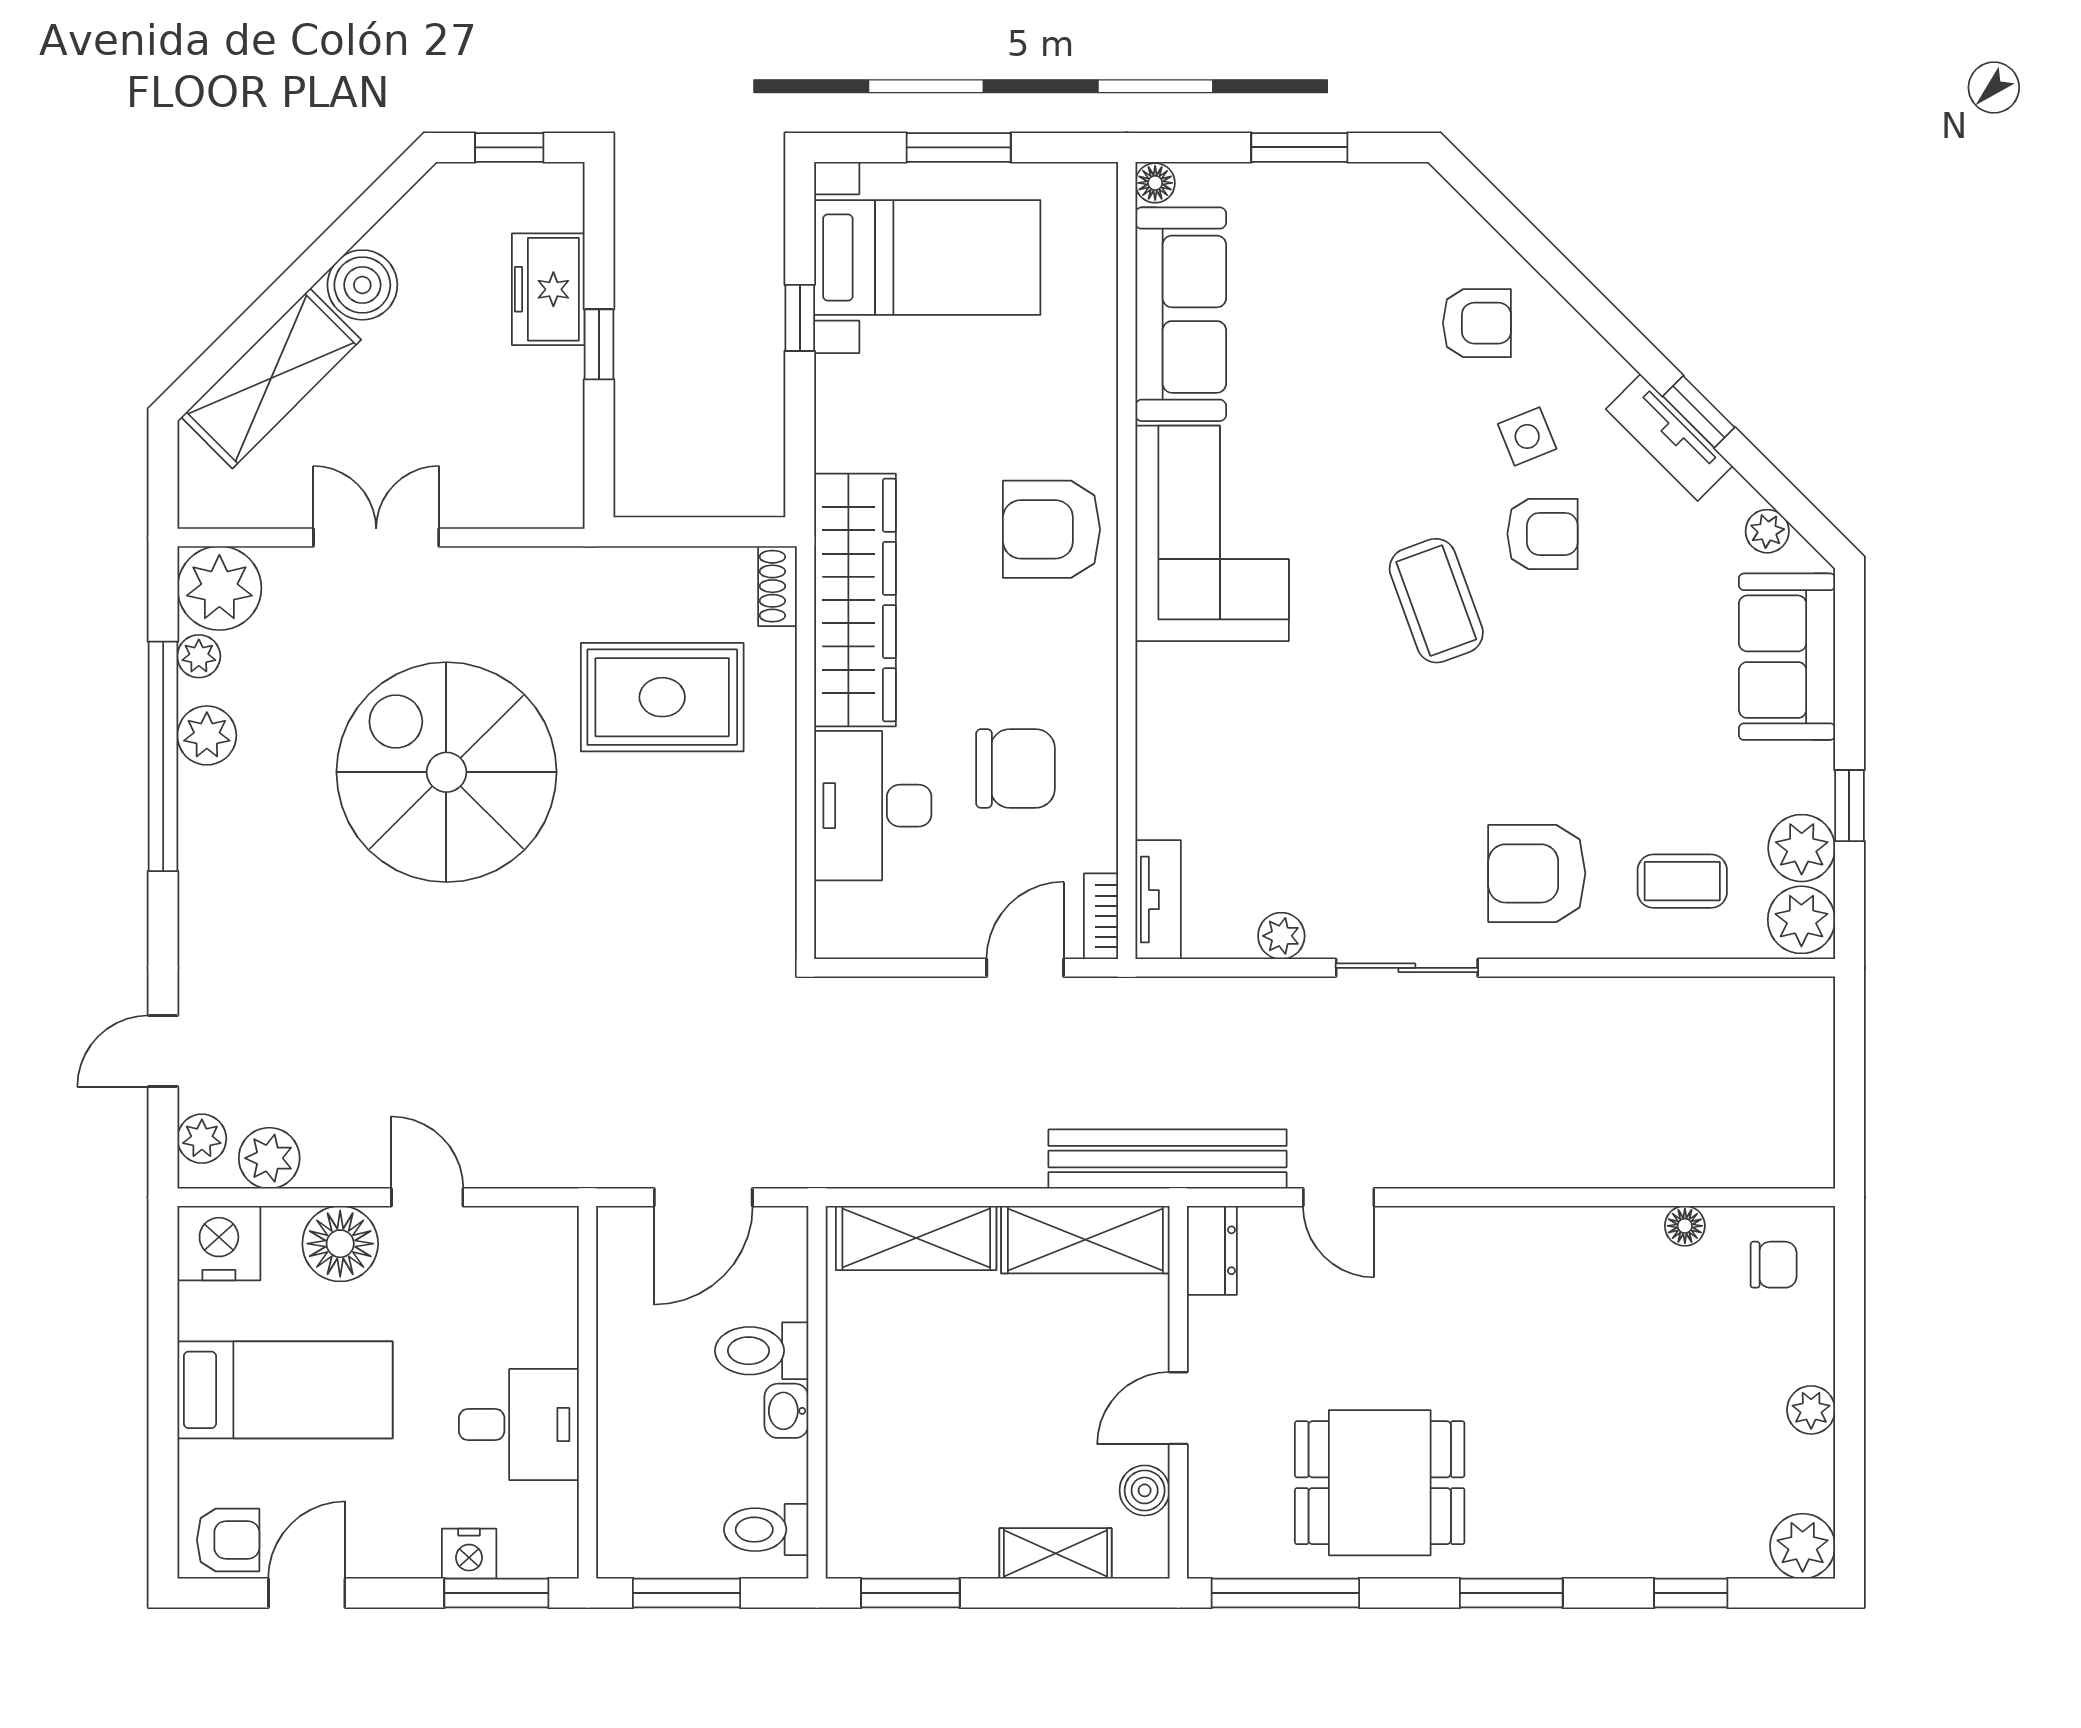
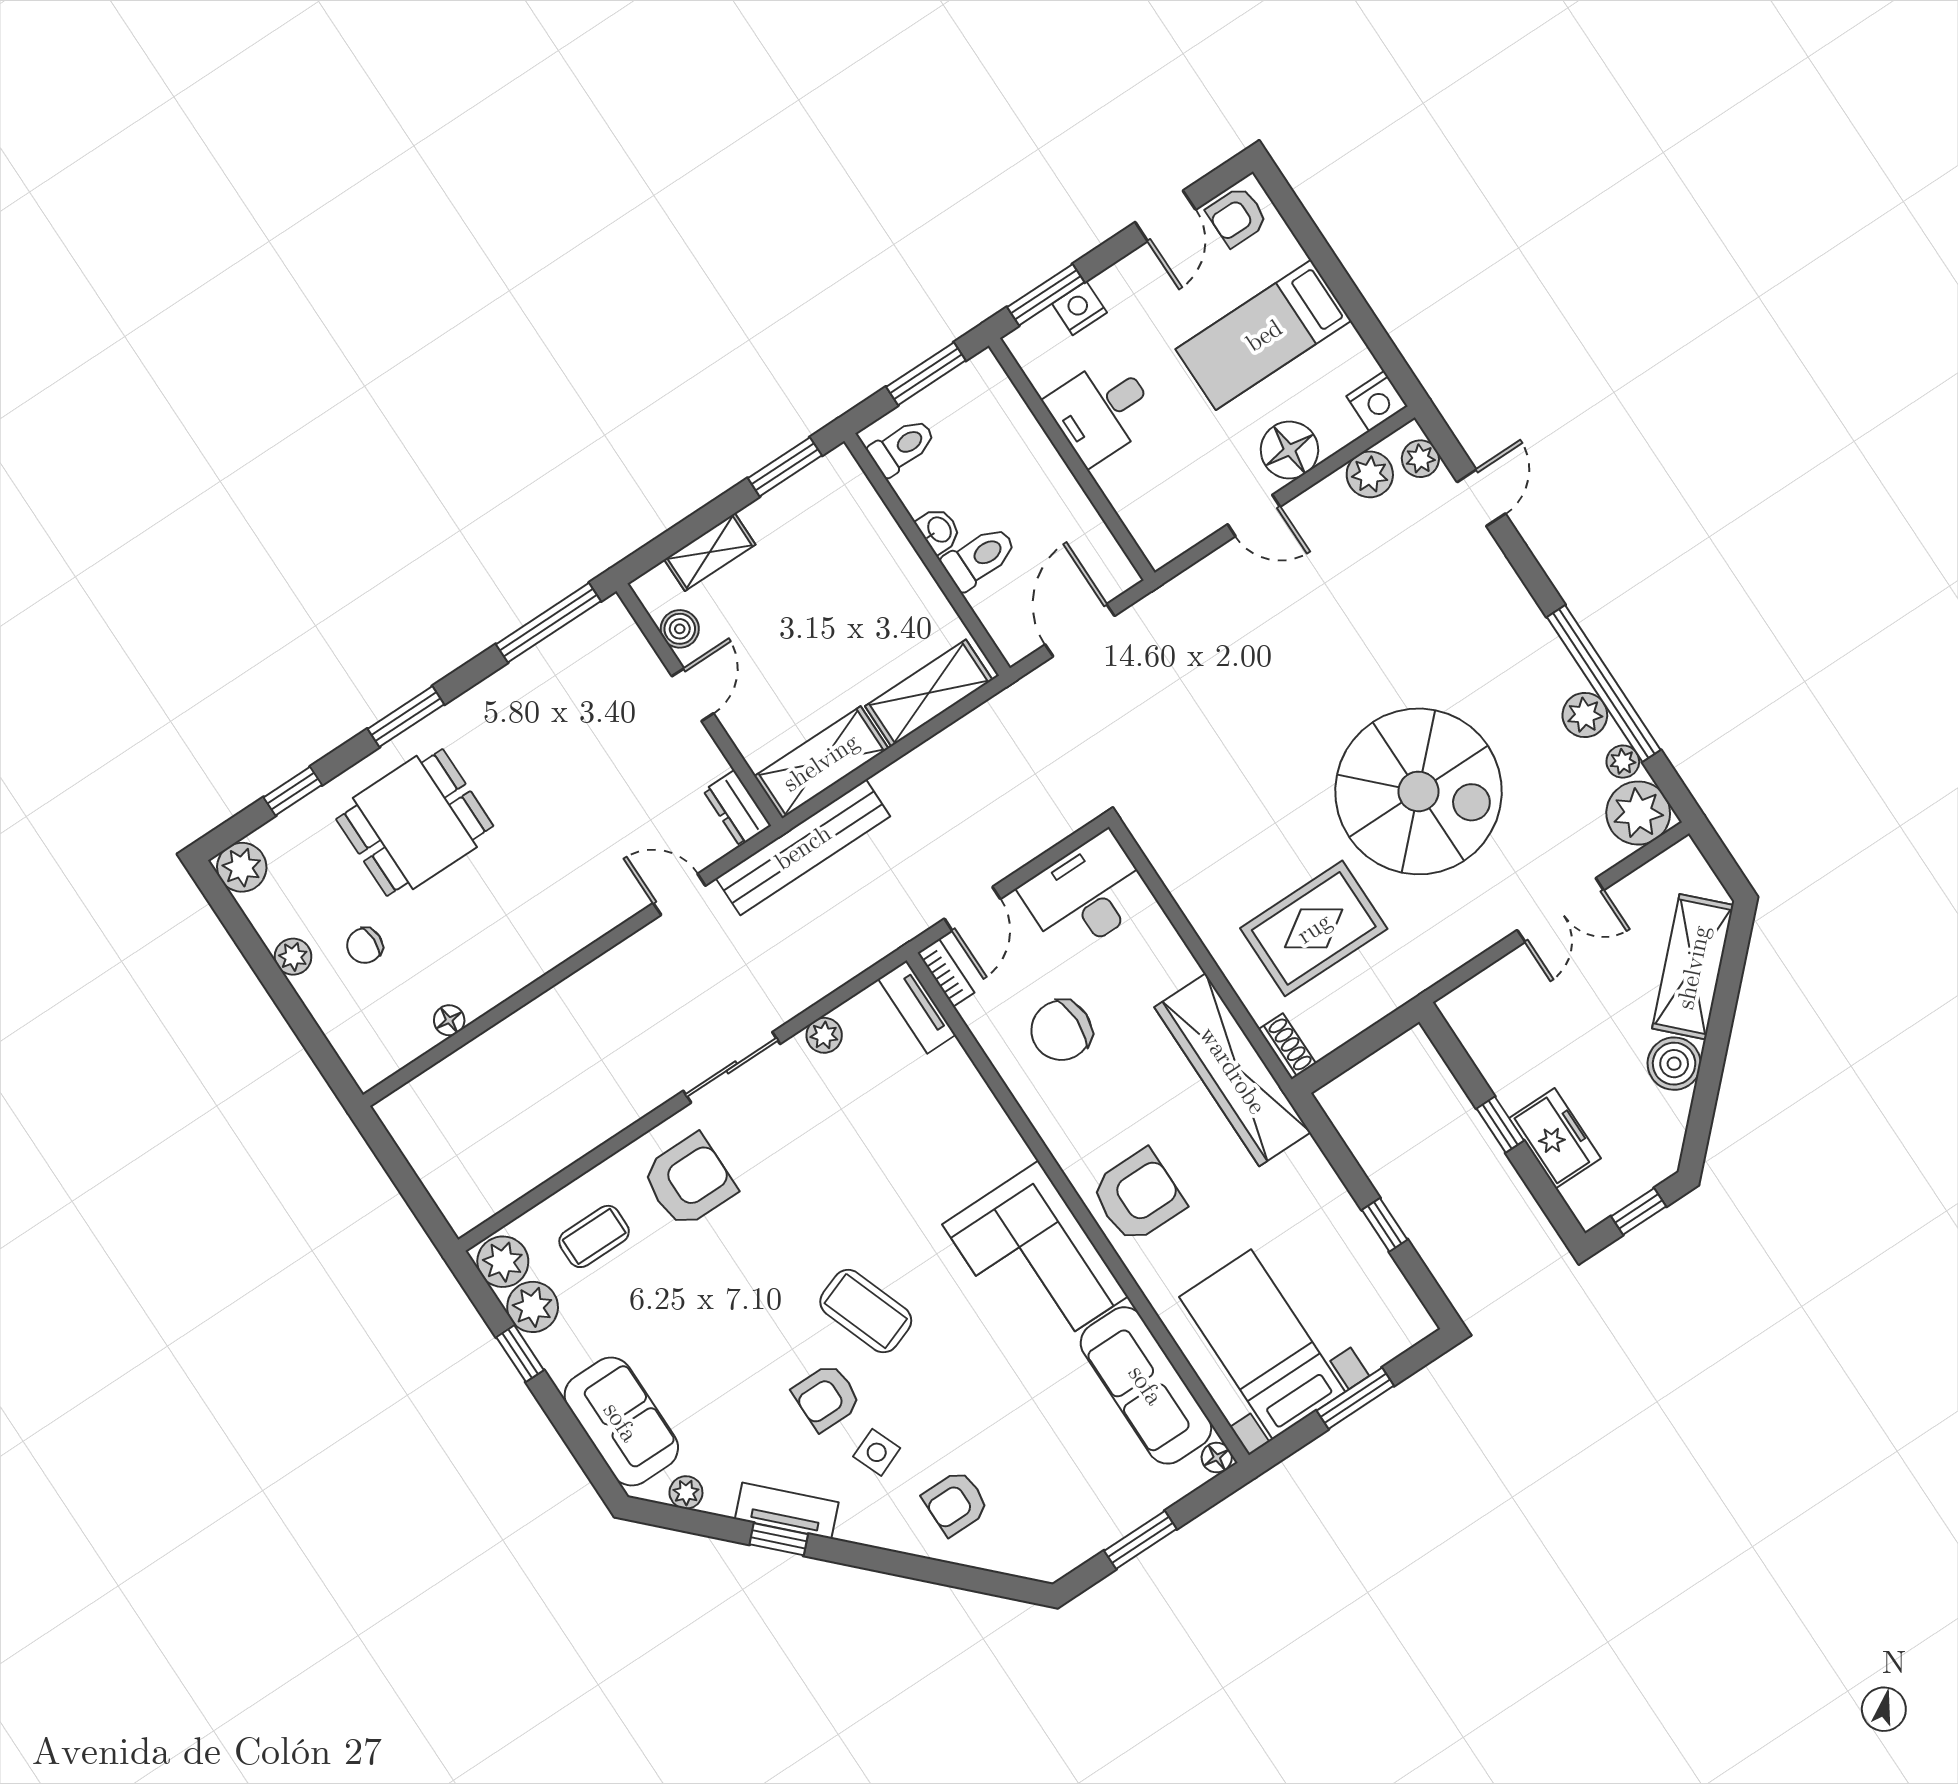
bed with nightstands: (927, 257) -> (1262, 1344), moved, turned 90
desk: (873, 806) -> (1086, 894), moved, turned -90
nightstand: (219, 1243) -> (1377, 401), width x0.74, depth x0.75
chair: (1774, 1265) -> (365, 946), moved
dining table: (1380, 1483) -> (415, 823), moved

